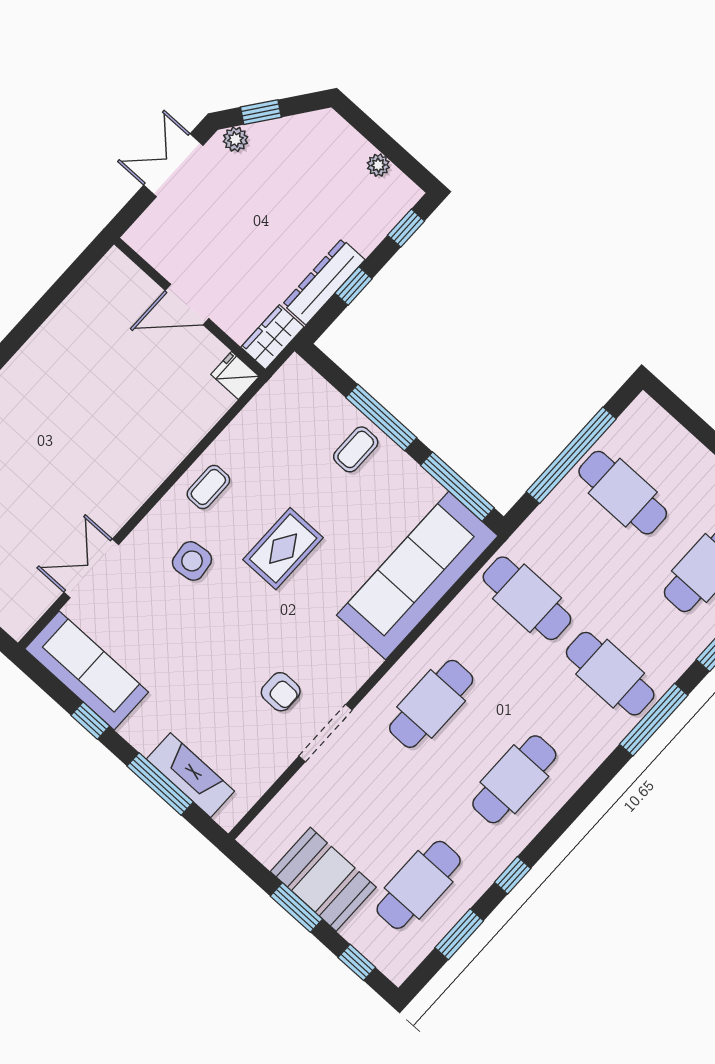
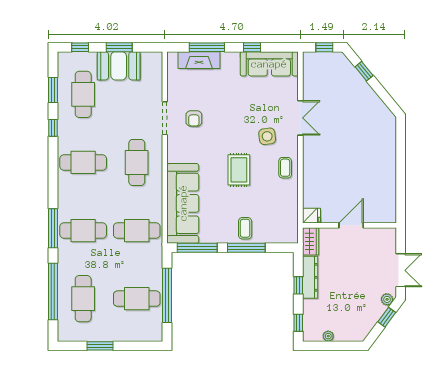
double door: (91, 568) -> (300, 118), moved
armchair: (281, 692) -> (194, 119), turned -90
cafe table: (514, 779) -> (83, 162), turned 90

